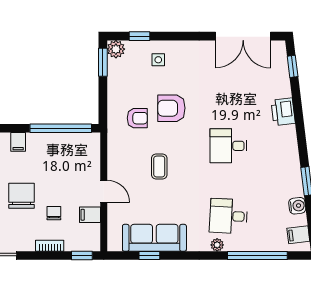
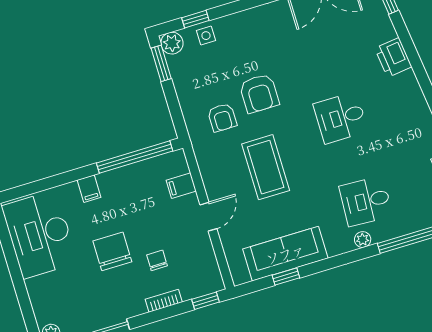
side table: (158, 60) -> (206, 36), moved
armchair: (171, 108) -> (259, 93), turned -90
armchair: (137, 118) -> (222, 118), turned 90
coffee table: (159, 167) -> (266, 167), width x1.86, depth x1.72
door: (104, 191) -> (208, 217), hinge flipped
filing cabinet: (90, 215) -> (181, 186), moved

